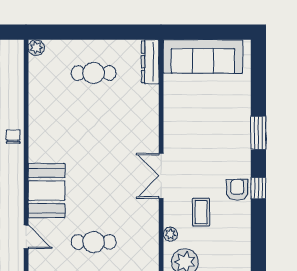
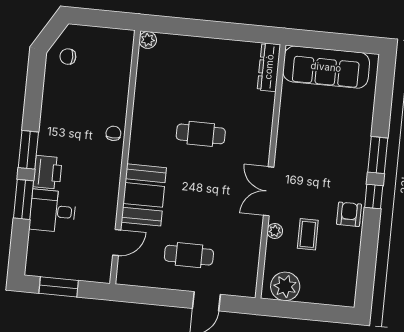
cafe table: (94, 73) -> (201, 134), moved
window: (258, 188) -> (374, 196), moved
plant: (170, 234) -> (275, 231), moved
door: (26, 237) -> (117, 242), hinge flipped

